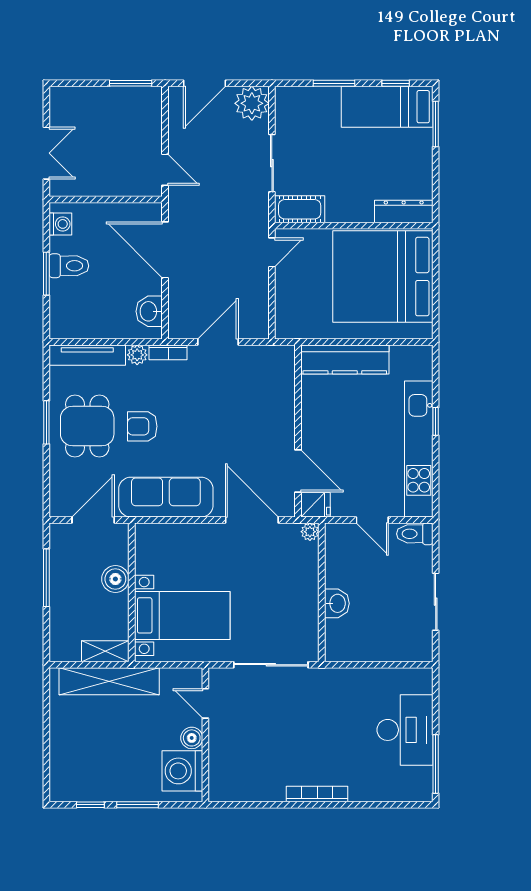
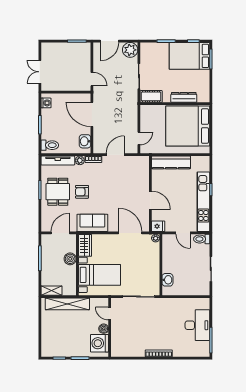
bed: (387, 107) -> (190, 56), width x1.50
double door: (46, 153) -> (40, 72), swing flipped
dresser: (404, 211) -> (184, 97), moved
door: (272, 252) -> (139, 138), moved
toilet: (69, 266) -> (50, 145), moved
door: (298, 471) -> (150, 200), moved
sofa: (166, 497) -> (92, 223), width x0.73
wardrobe: (149, 548) -> (85, 245), added
washbasin: (337, 603) -> (167, 280), moved
shelving: (105, 651) -> (52, 291), moved

